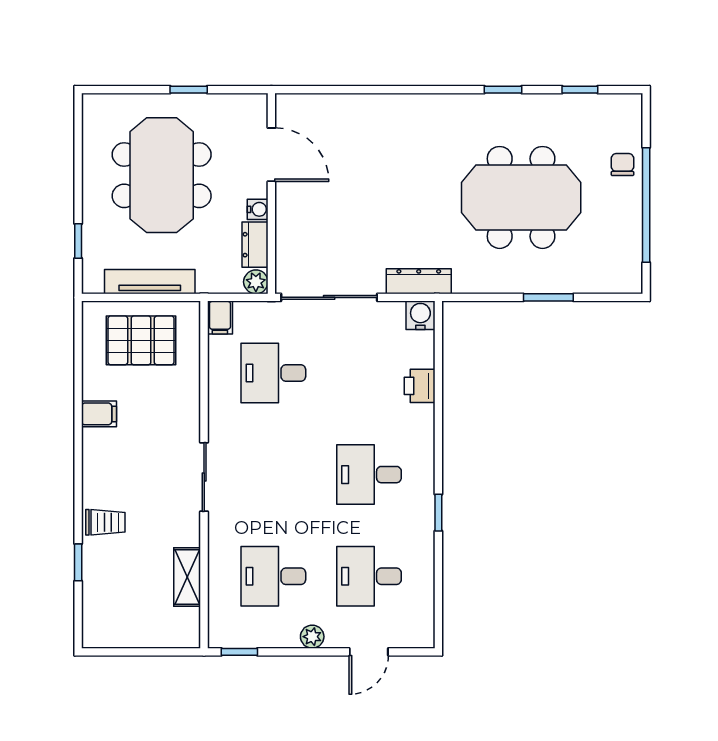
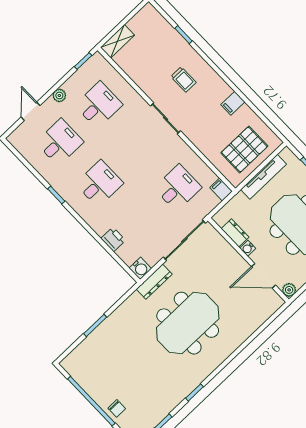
meeting table: (521, 197) -> (188, 323), moved
plant: (256, 282) -> (289, 290), moved
trolley: (105, 522) -> (183, 79), moved, turned -90
shelving: (187, 577) -> (117, 41), moved, turned 90

